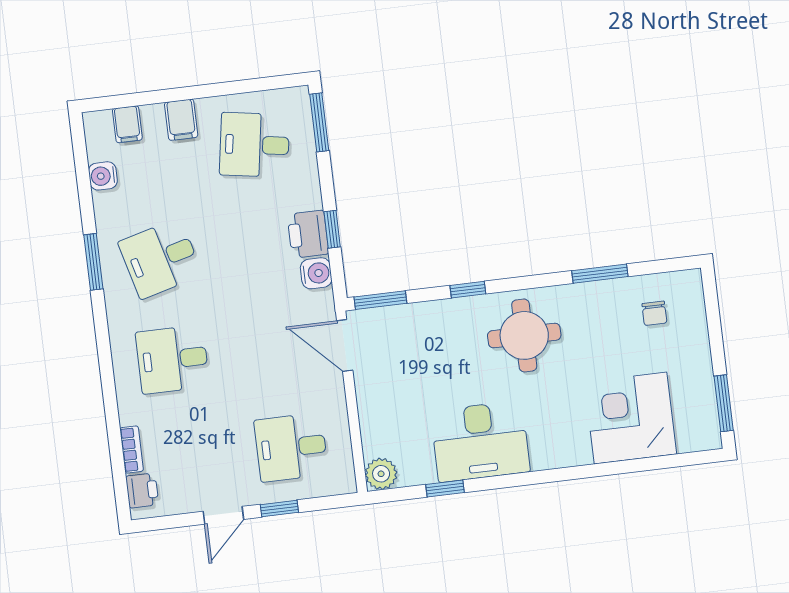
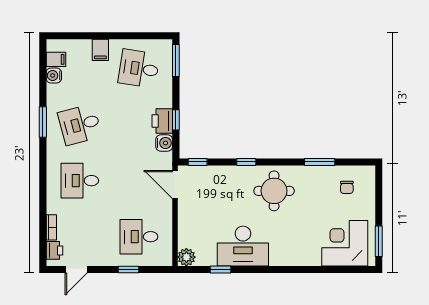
filing cabinet: (127, 124) -> (56, 59), moved, turned -90
window: (380, 300) -> (198, 162), width x0.67
corner desk: (631, 418) -> (345, 243), moved
door: (223, 515) -> (76, 269), moved

